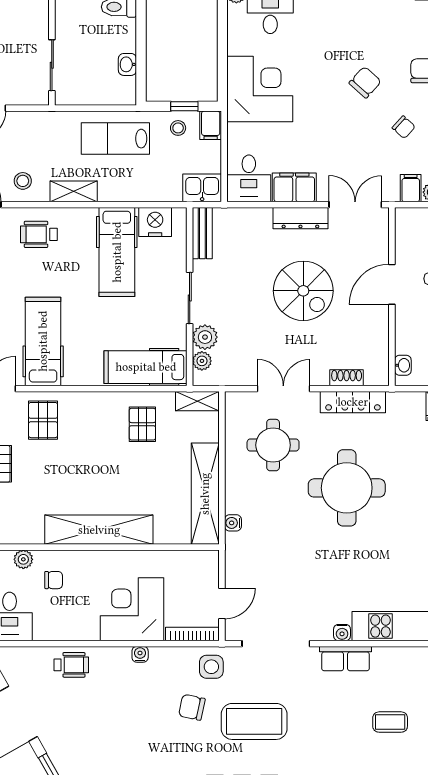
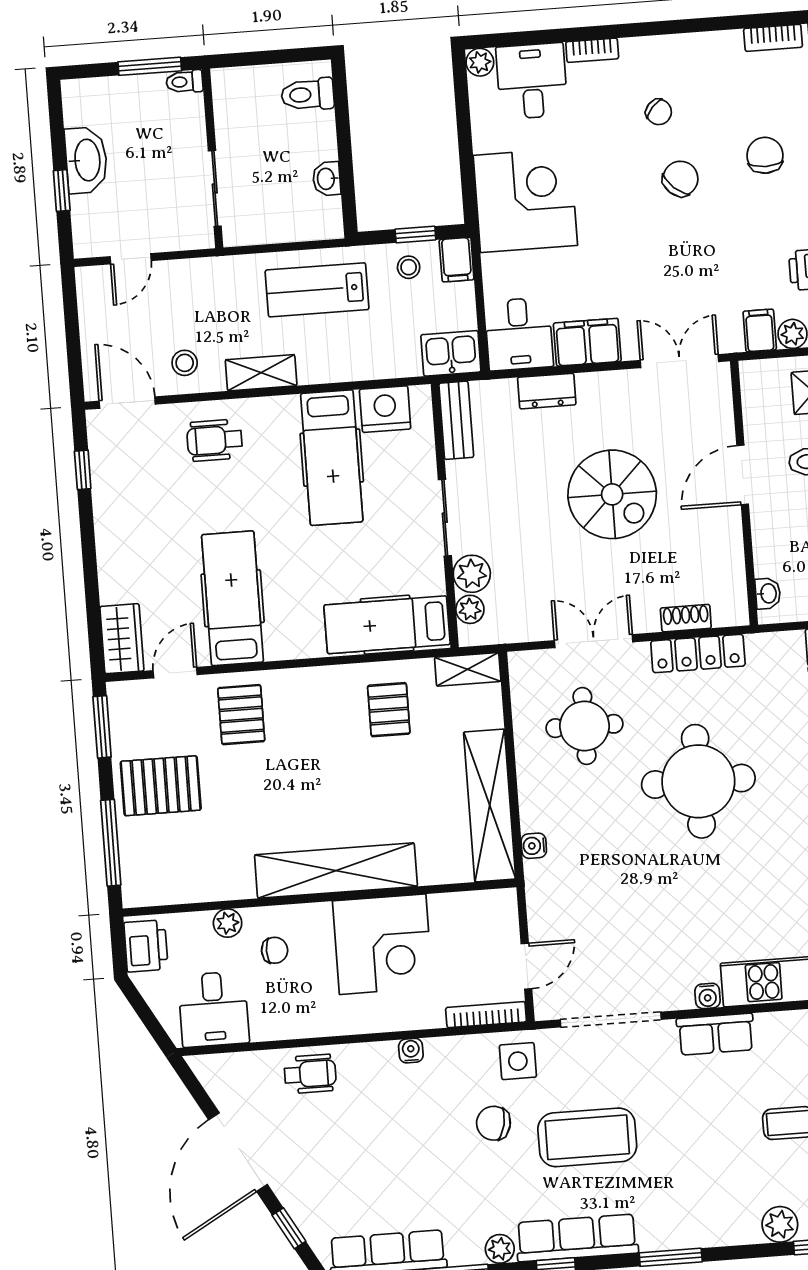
chair: (404, 127) -> (659, 112), moved
dresser: (300, 218) -> (547, 391), moved, width x0.70
corner desk: (132, 609) -> (383, 944), moved, turned 180

